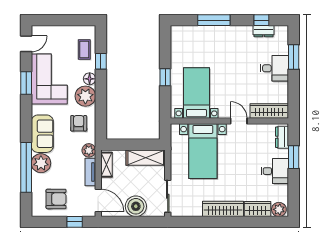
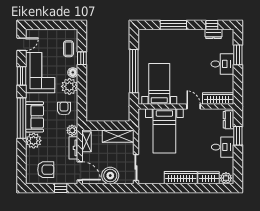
window: (165, 77) -> (134, 71), width x3.17
window: (26, 167) -> (22, 118), moved

